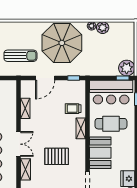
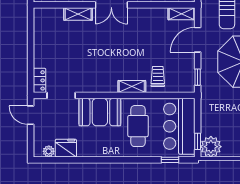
door: (45, 78) -> (198, 40), hinge flipped
shelving: (25, 108) -> (182, 14), moved
pallet: (57, 156) -> (95, 55), removed

